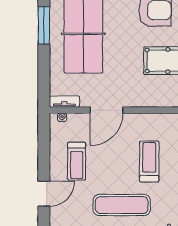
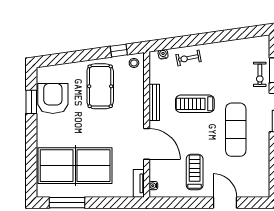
bench: (151, 118) -> (154, 102), added
treadmill: (77, 161) -> (195, 172), turned -90

